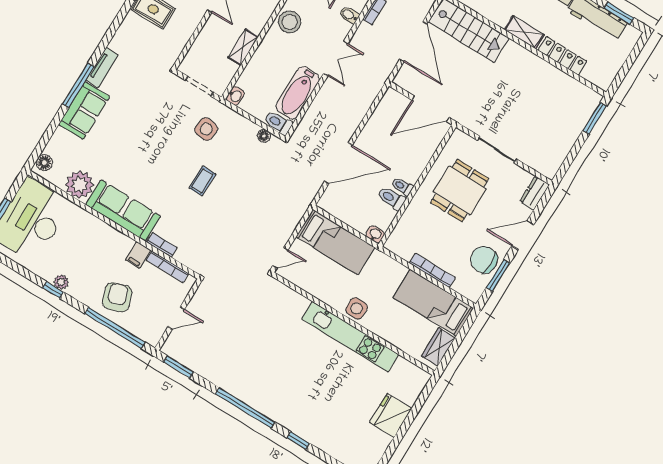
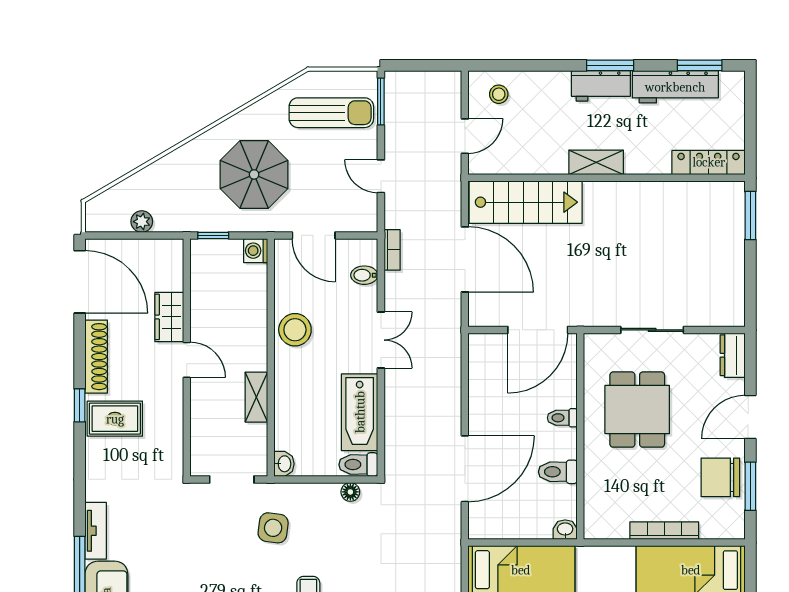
locker: (562, 56) -> (709, 162), moved
toilet: (402, 186) -> (562, 418), moved

